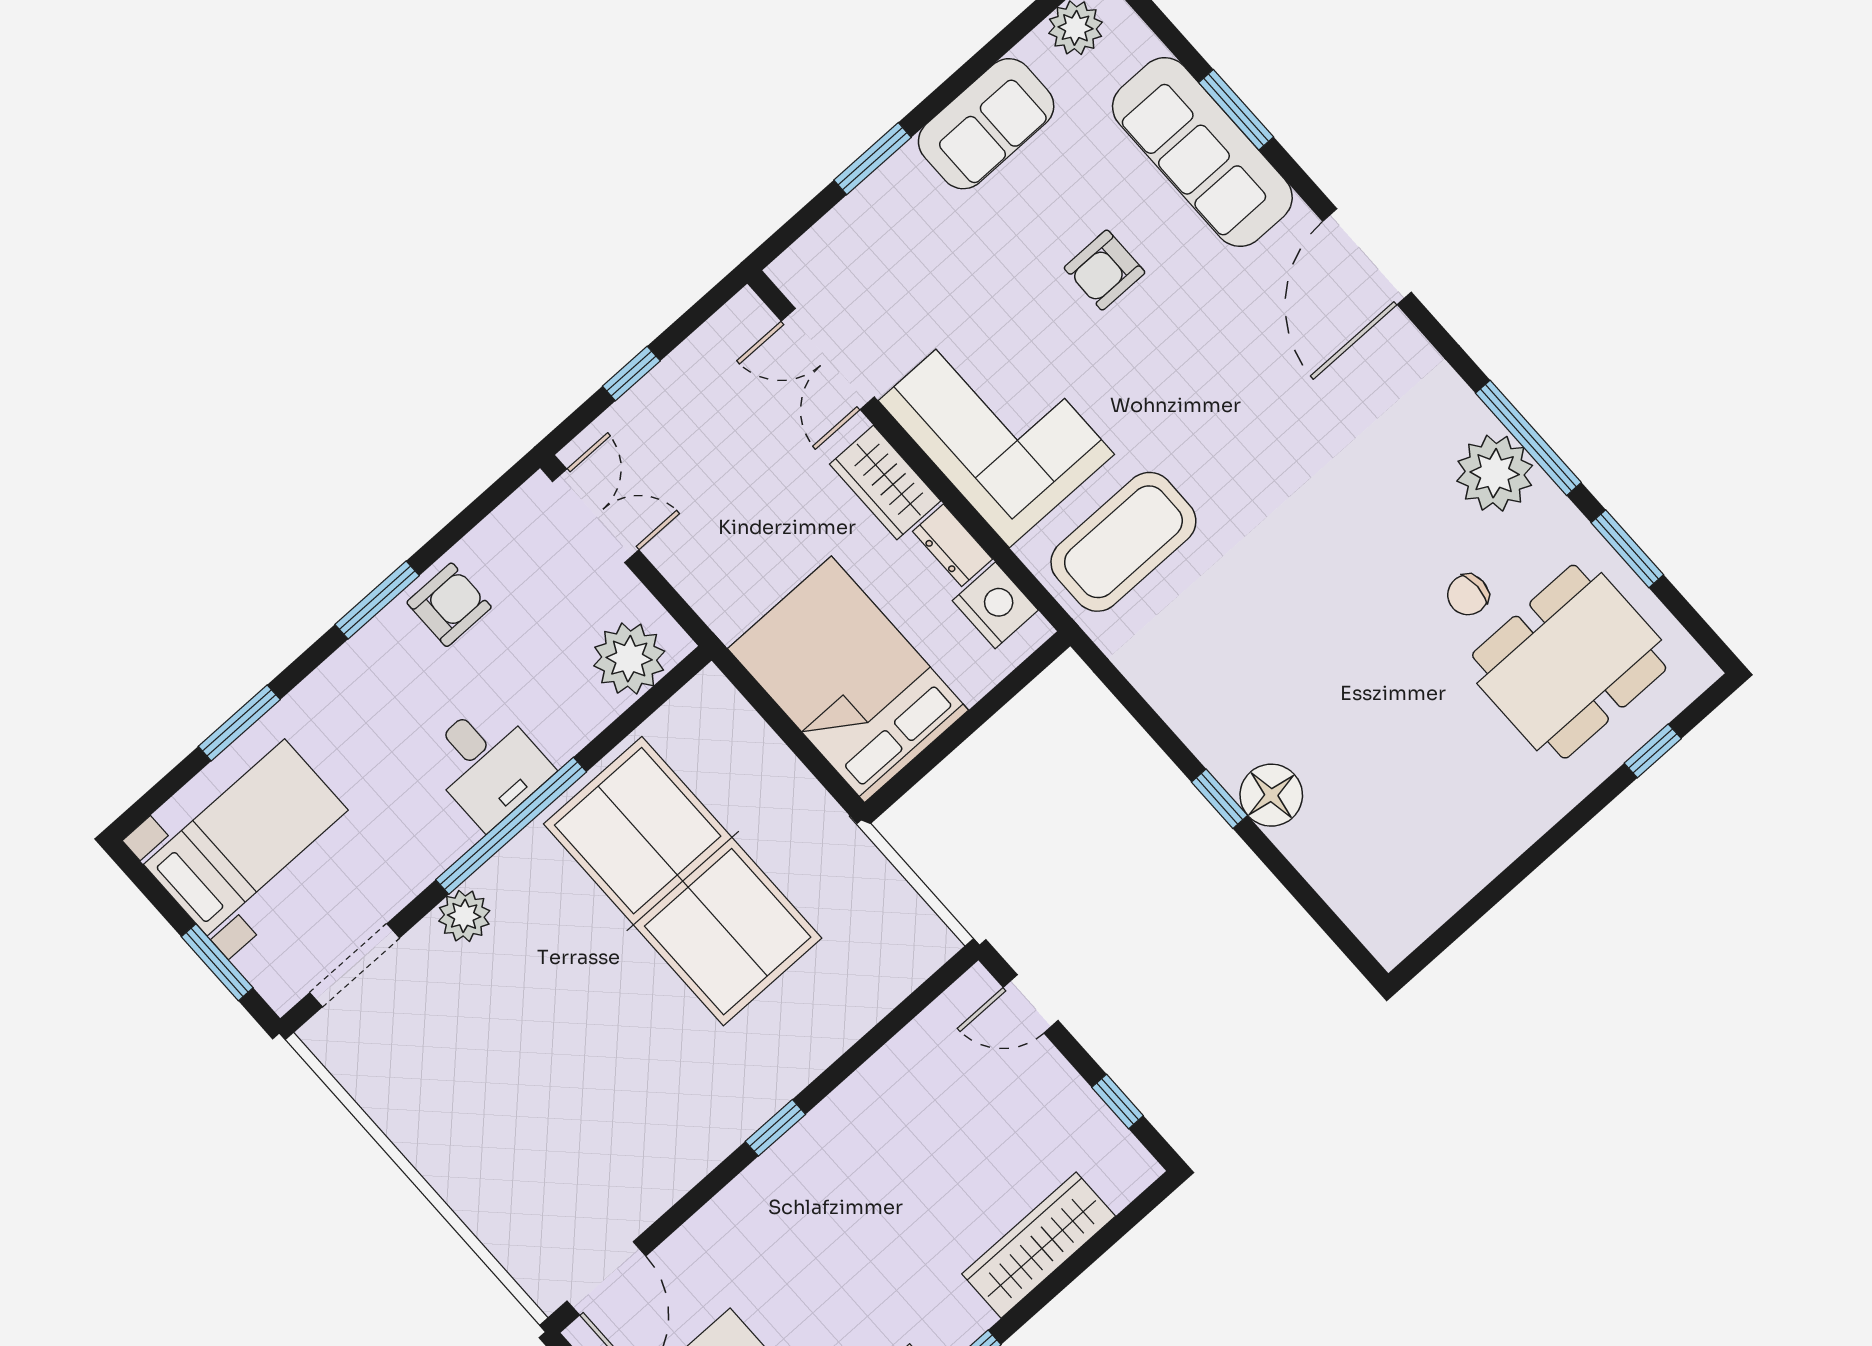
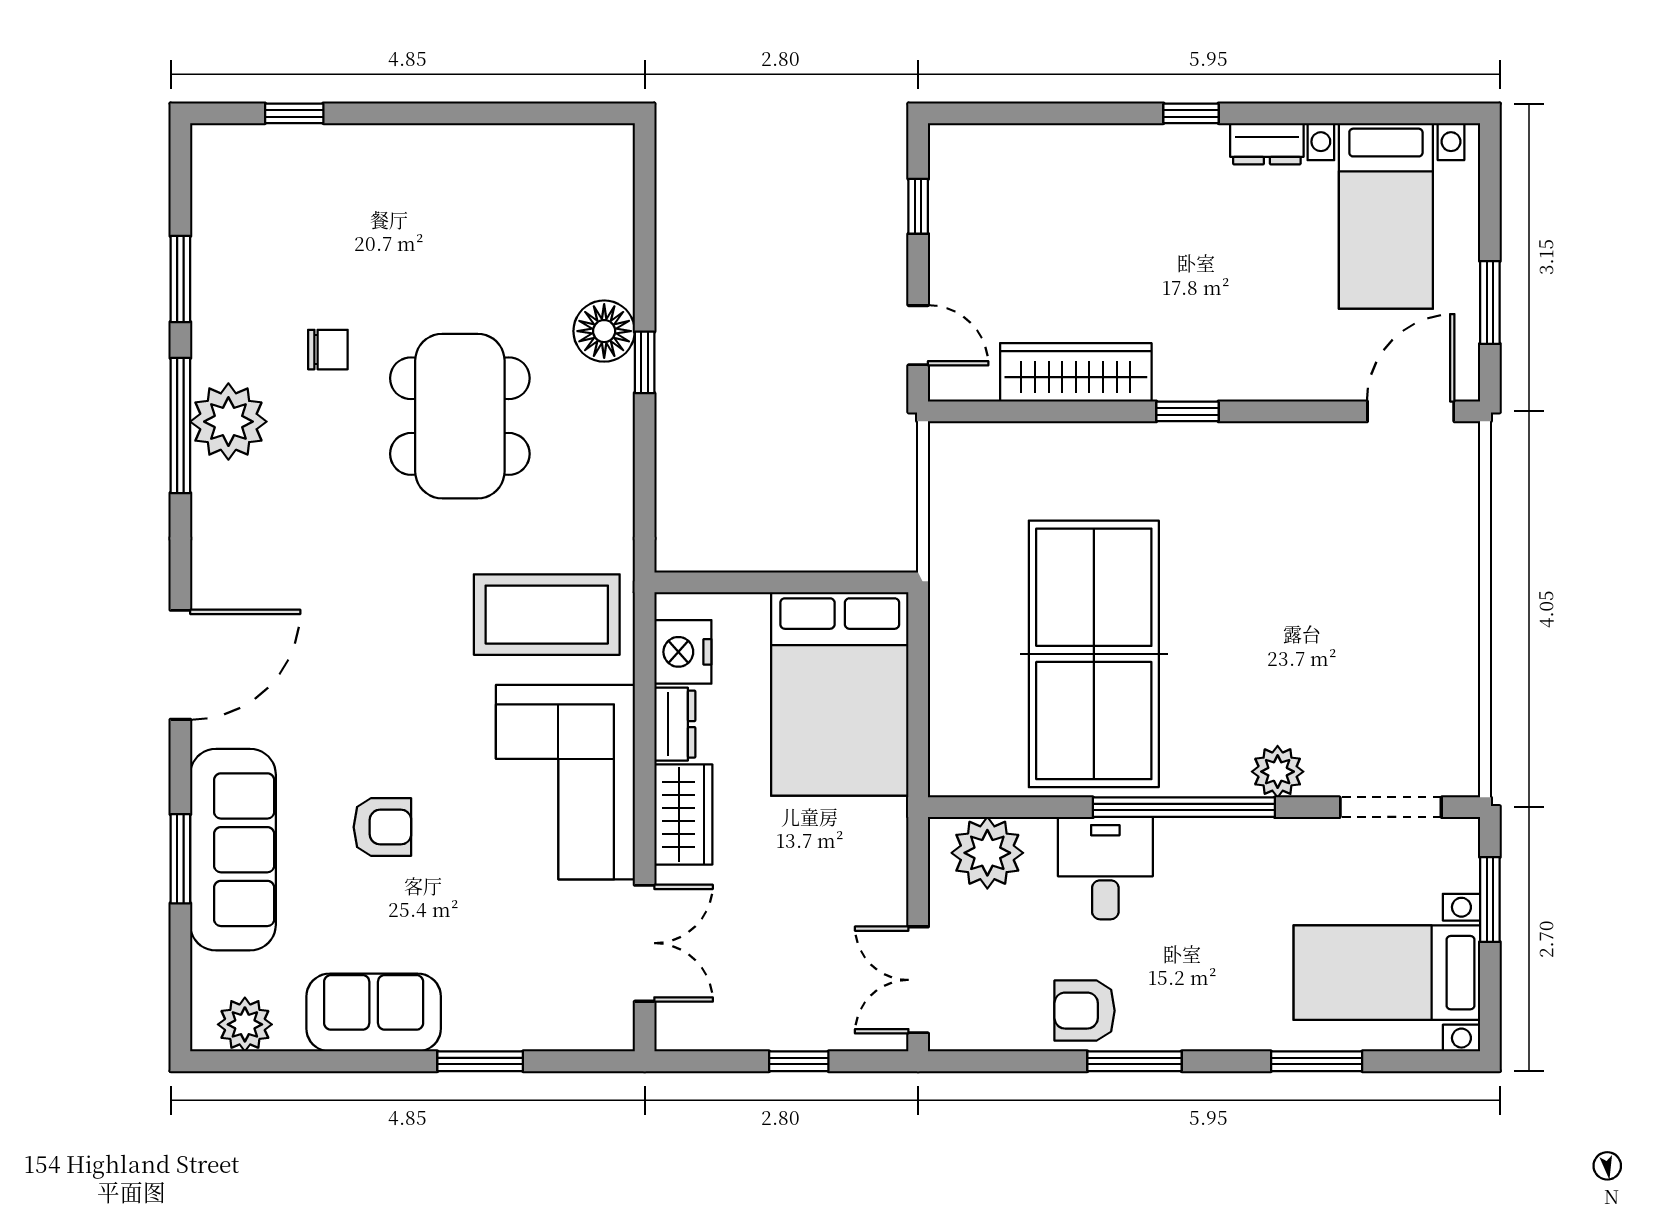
dining table: (1569, 662) -> (460, 416), moved, turned 90
desk: (487, 764) -> (1105, 868), moved
wardrobe: (1039, 1245) -> (1076, 372), moved, turned 180

